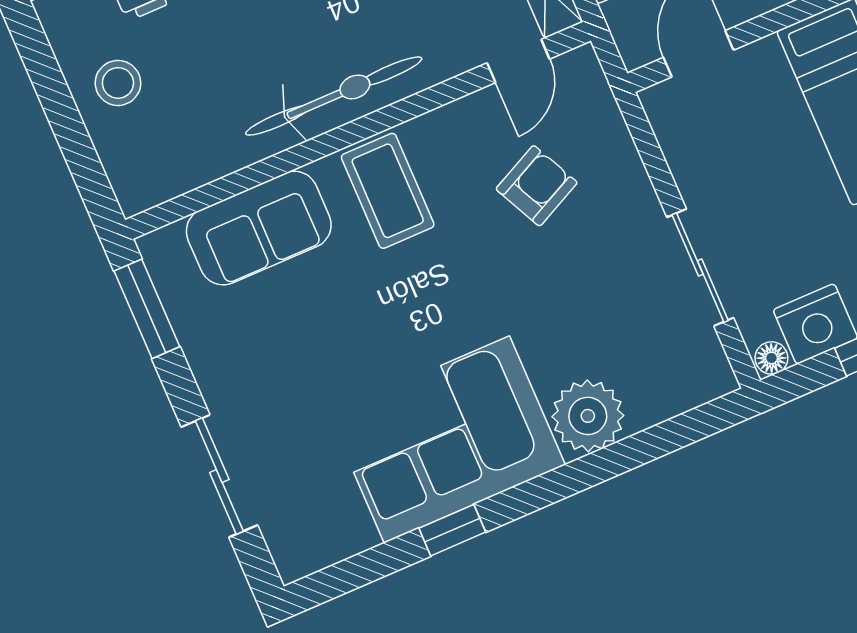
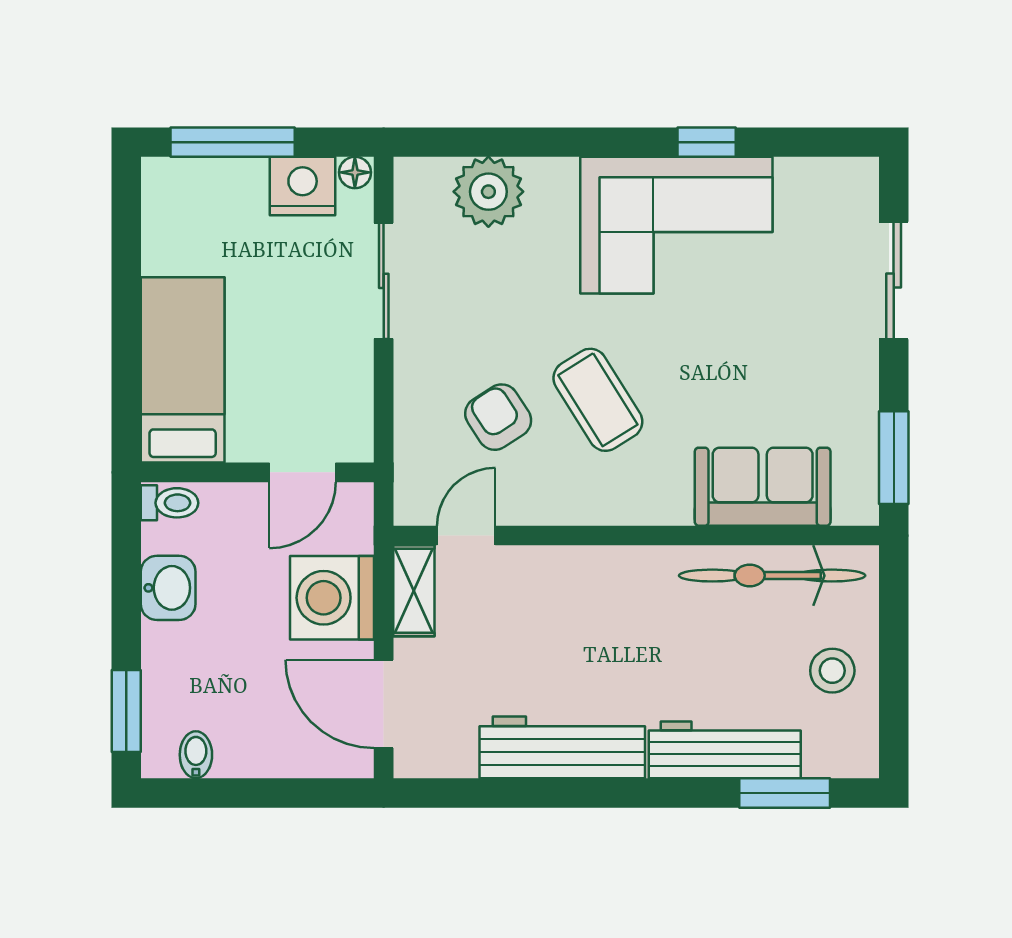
bicycle: (334, 96) -> (772, 576), moved
armchair: (537, 186) -> (498, 417), turned 83
coffee table: (388, 191) -> (598, 400), moved, turned -32
plant: (588, 416) -> (488, 192), moved

